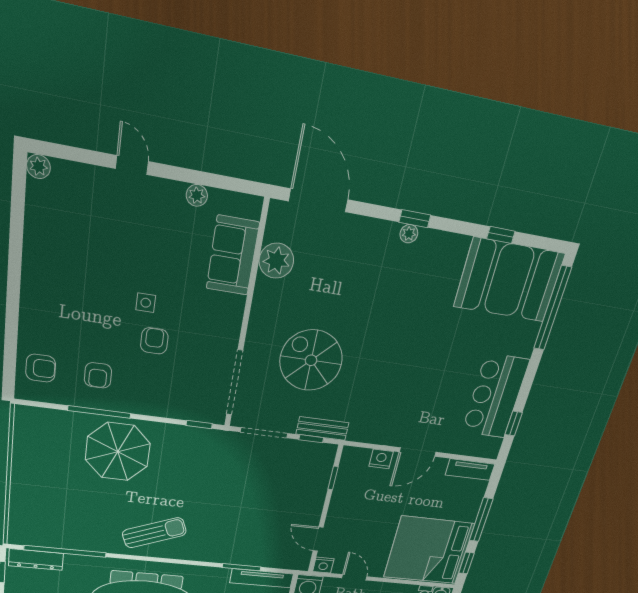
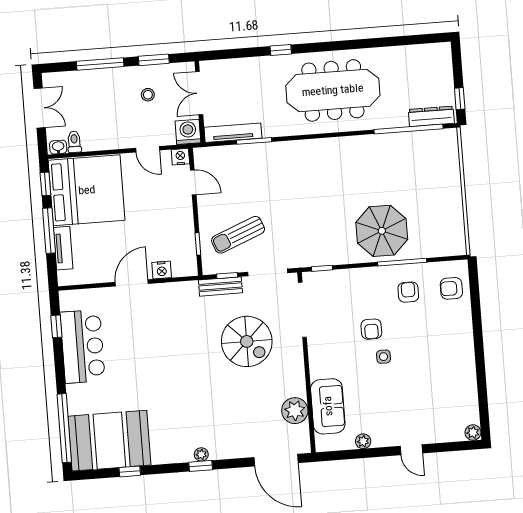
tv unit: (470, 470) -> (63, 248), moved, turned 90
sun lounger: (154, 533) -> (238, 235), moved

